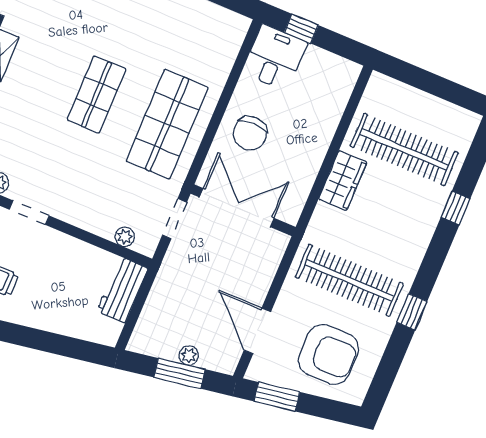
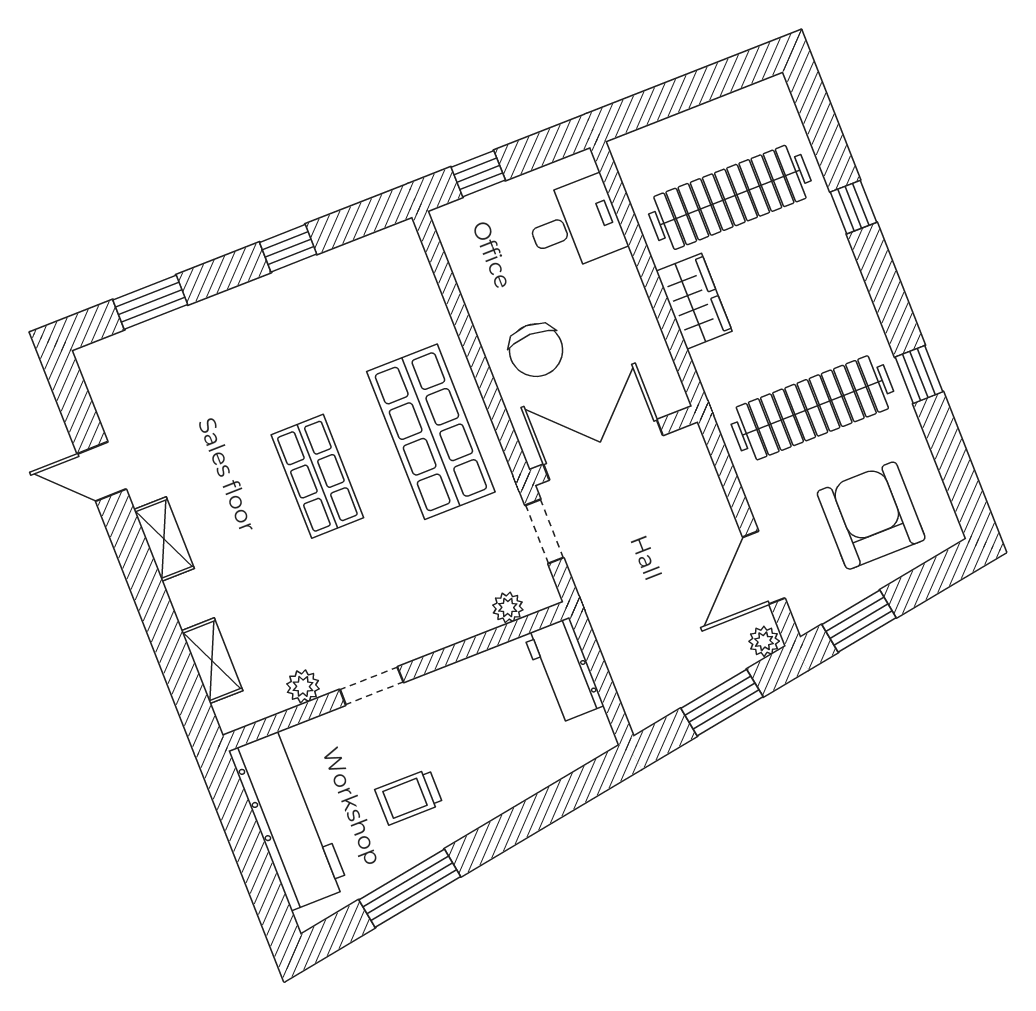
desk: (275, 58) -> (575, 224), moved, turned 90
door: (257, 331) -> (764, 568), hinge flipped
armchair: (328, 354) -> (871, 516), turned -90
plant: (189, 355) -> (764, 641), moved

